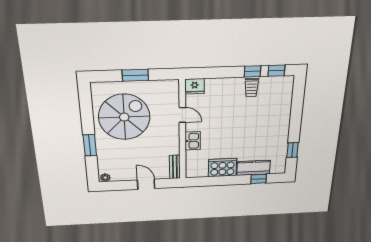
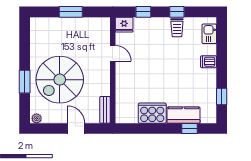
window: (276, 71) -> (143, 12), moved
spiral stairs: (124, 117) -> (60, 80), moved, turned 180
dishwasher: (282, 119) -> (209, 62), added
kitchen sink: (193, 141) -> (209, 34), moved, turned 180

